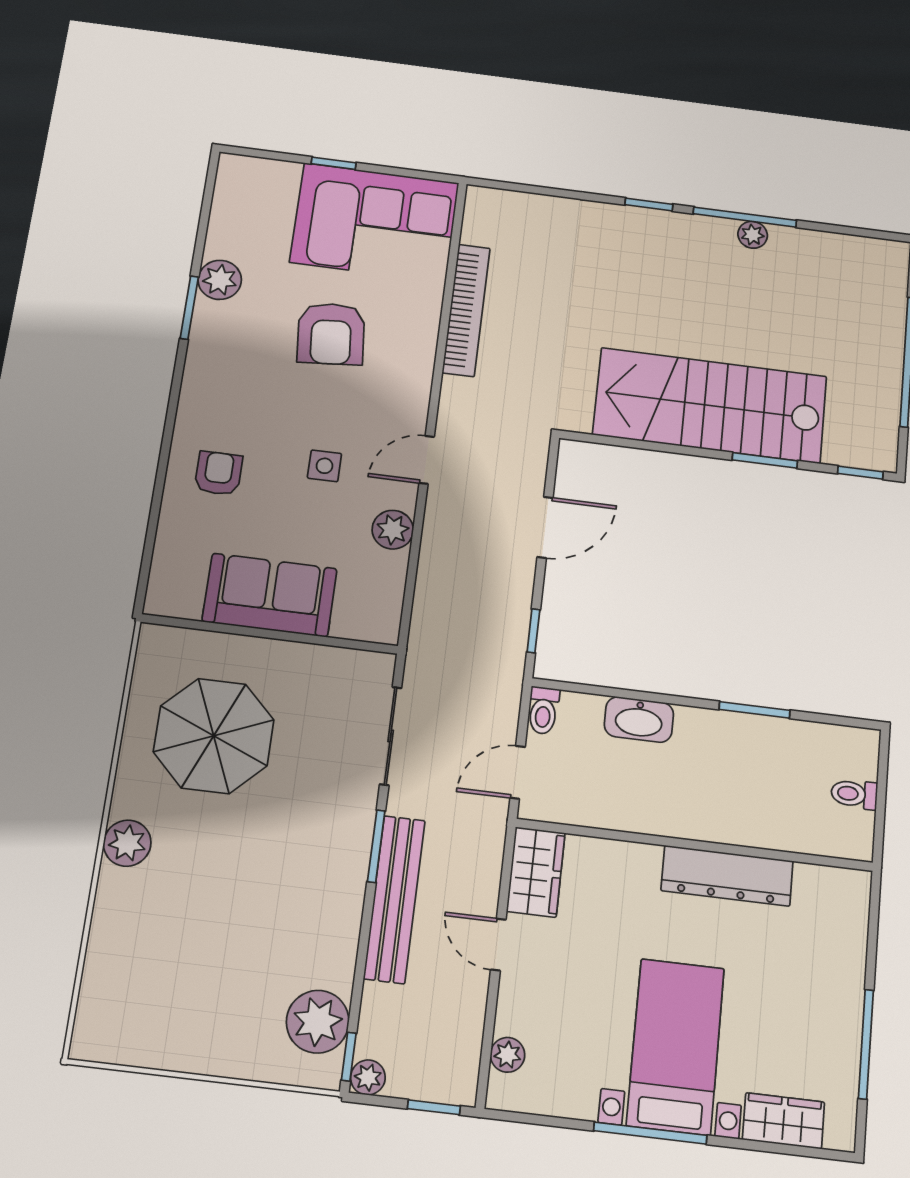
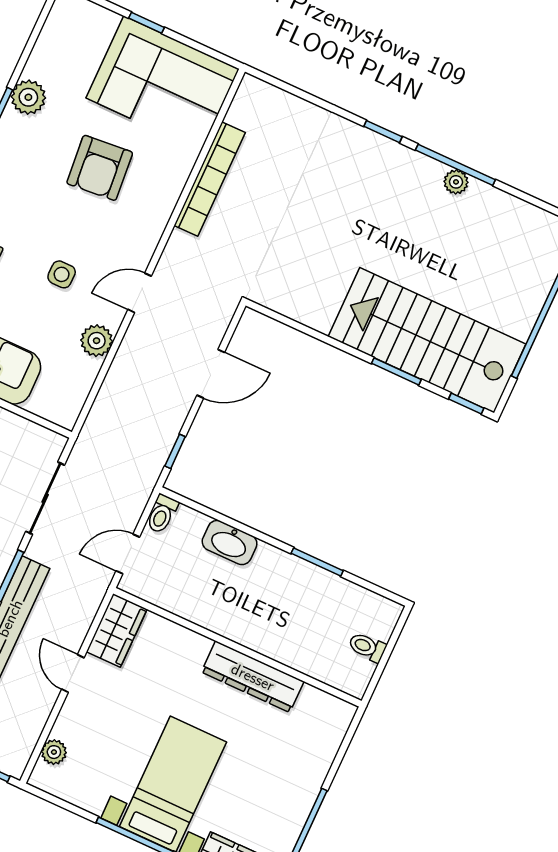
stairs: (710, 405) -> (427, 340), moved

